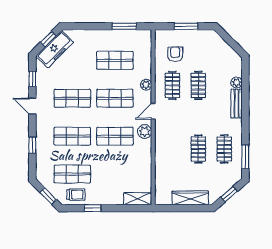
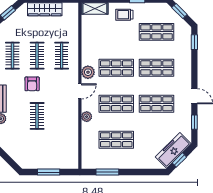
armchair: (175, 54) -> (32, 84), moved
clothes rail: (172, 85) -> (62, 56), moved
window: (32, 145) -> (194, 42), moved
trolley: (76, 195) -> (124, 15), moved

